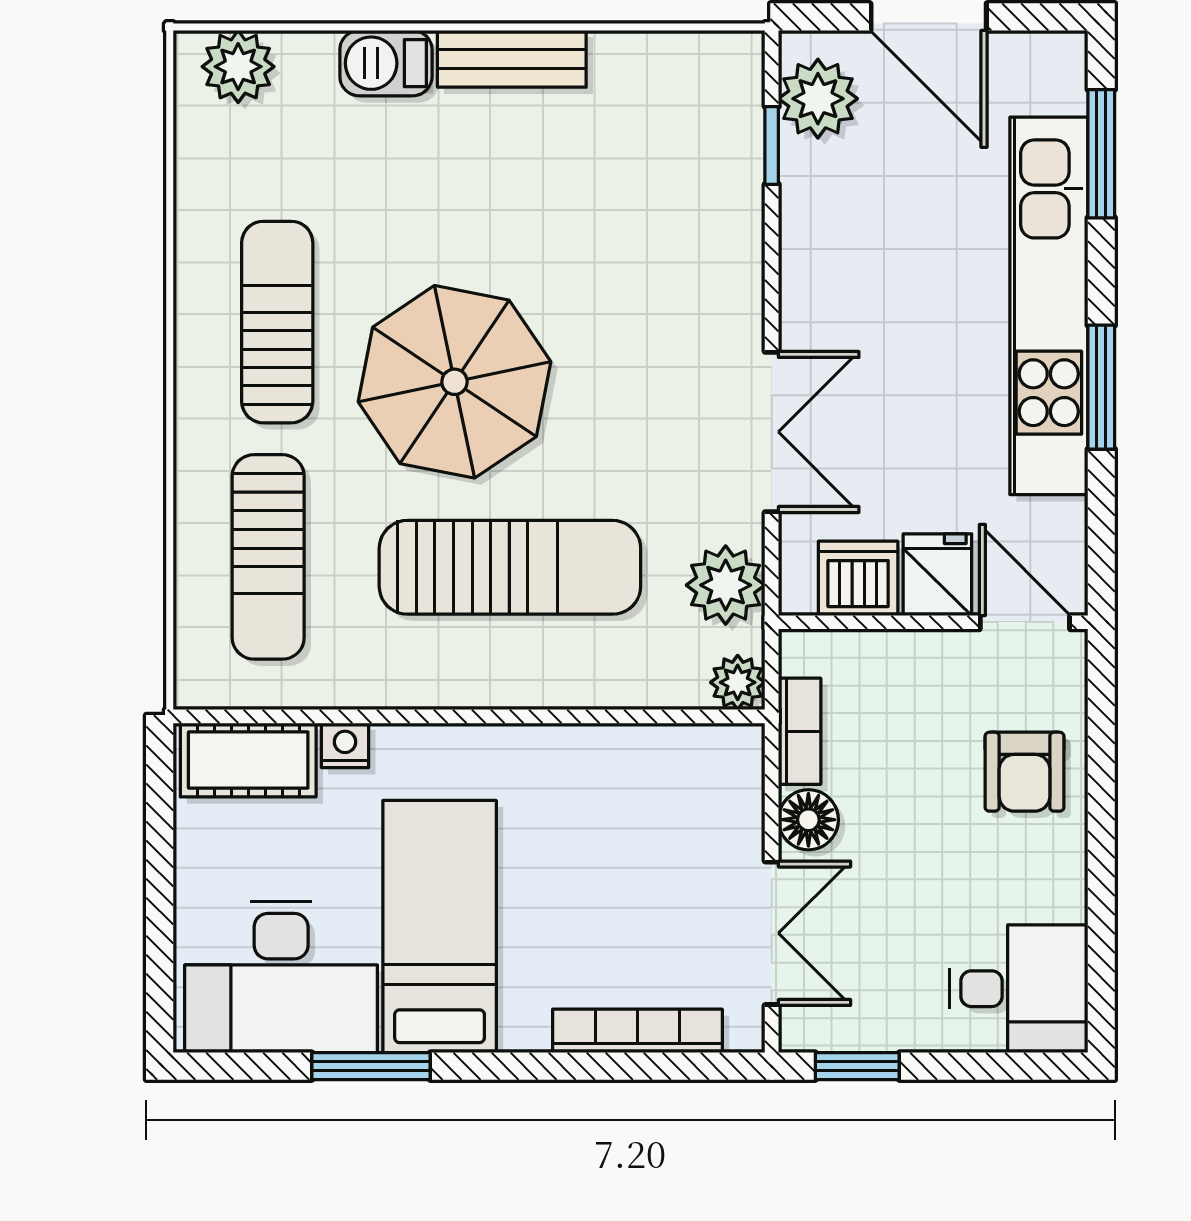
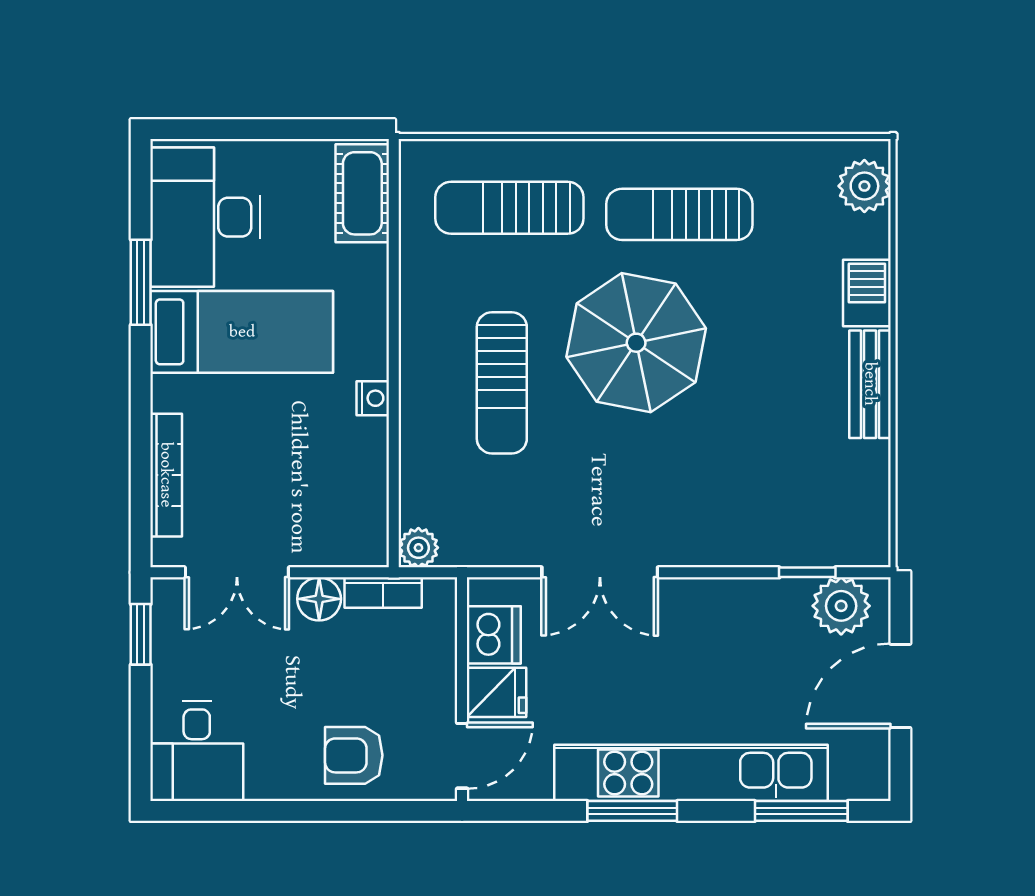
sun lounger: (277, 322) -> (679, 214), turned 180
sun lounger: (510, 567) -> (502, 383), width x0.73, depth x0.75
plant: (726, 585) -> (489, 539), removed
nightstand: (345, 745) -> (373, 398), moved

